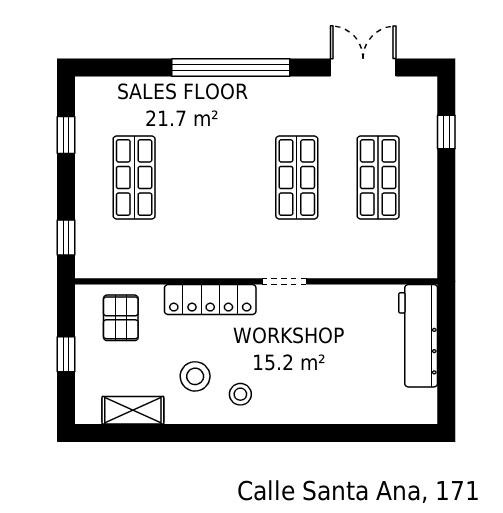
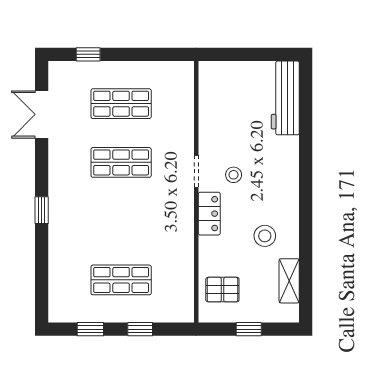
window: (231, 68) -> (42, 210), width x0.32
window: (66, 237) -> (140, 329), moved
locker: (210, 300) -> (209, 214), width x0.66
workbench: (418, 336) -> (285, 98), moved, turned 90
stool: (240, 394) -> (234, 175), moved

